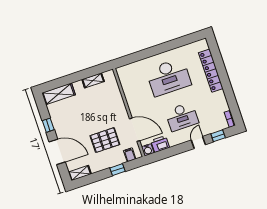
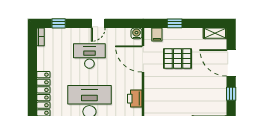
door: (198, 142) -> (98, 23), moved
printer: (160, 144) -> (135, 99), moved, turned 90

